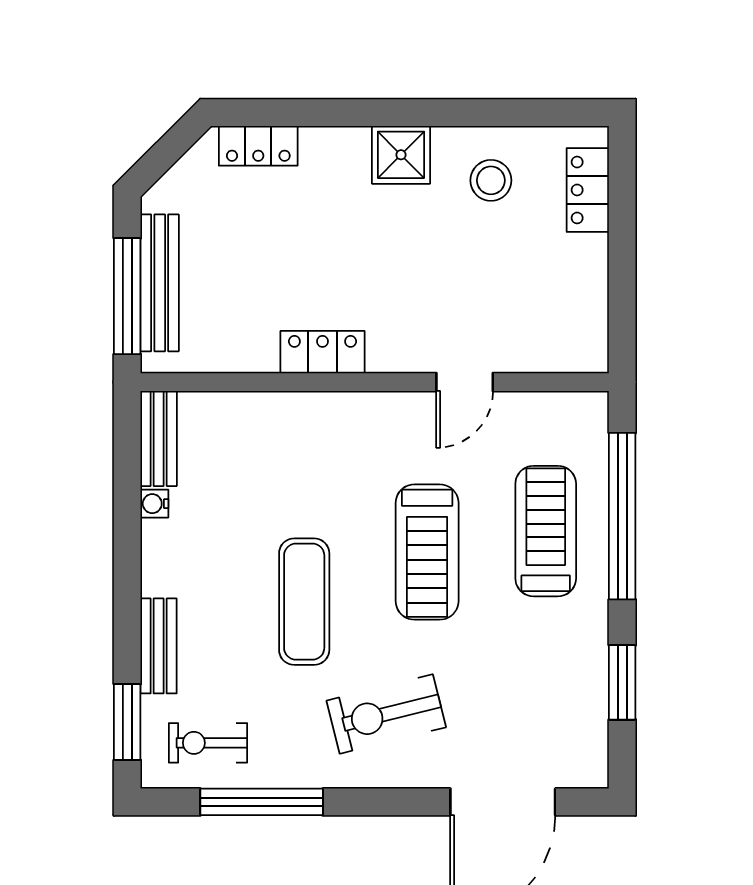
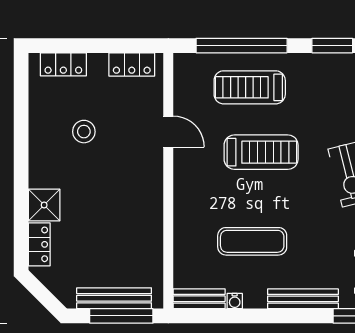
shower: (401, 155) -> (44, 205), moved
stool: (491, 180) -> (84, 132), moved
locker: (322, 352) -> (132, 64), moved, turned -90
exercise mat: (304, 602) -> (252, 241), moved
bench: (159, 646) -> (303, 299), width x1.36

